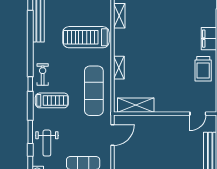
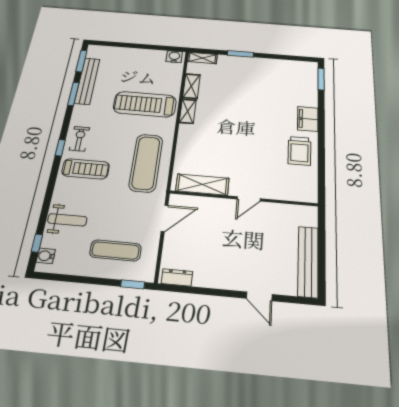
shelving: (119, 68) -> (188, 111), moved
door: (198, 114) -> (249, 199), moved
window: (30, 132) -> (73, 94), moved
weight bench: (47, 143) -> (67, 220), turned -90

